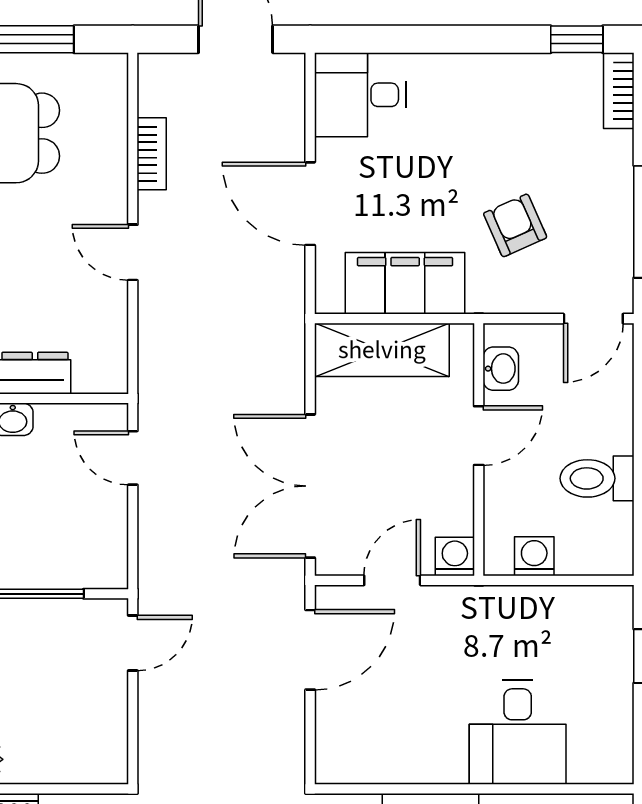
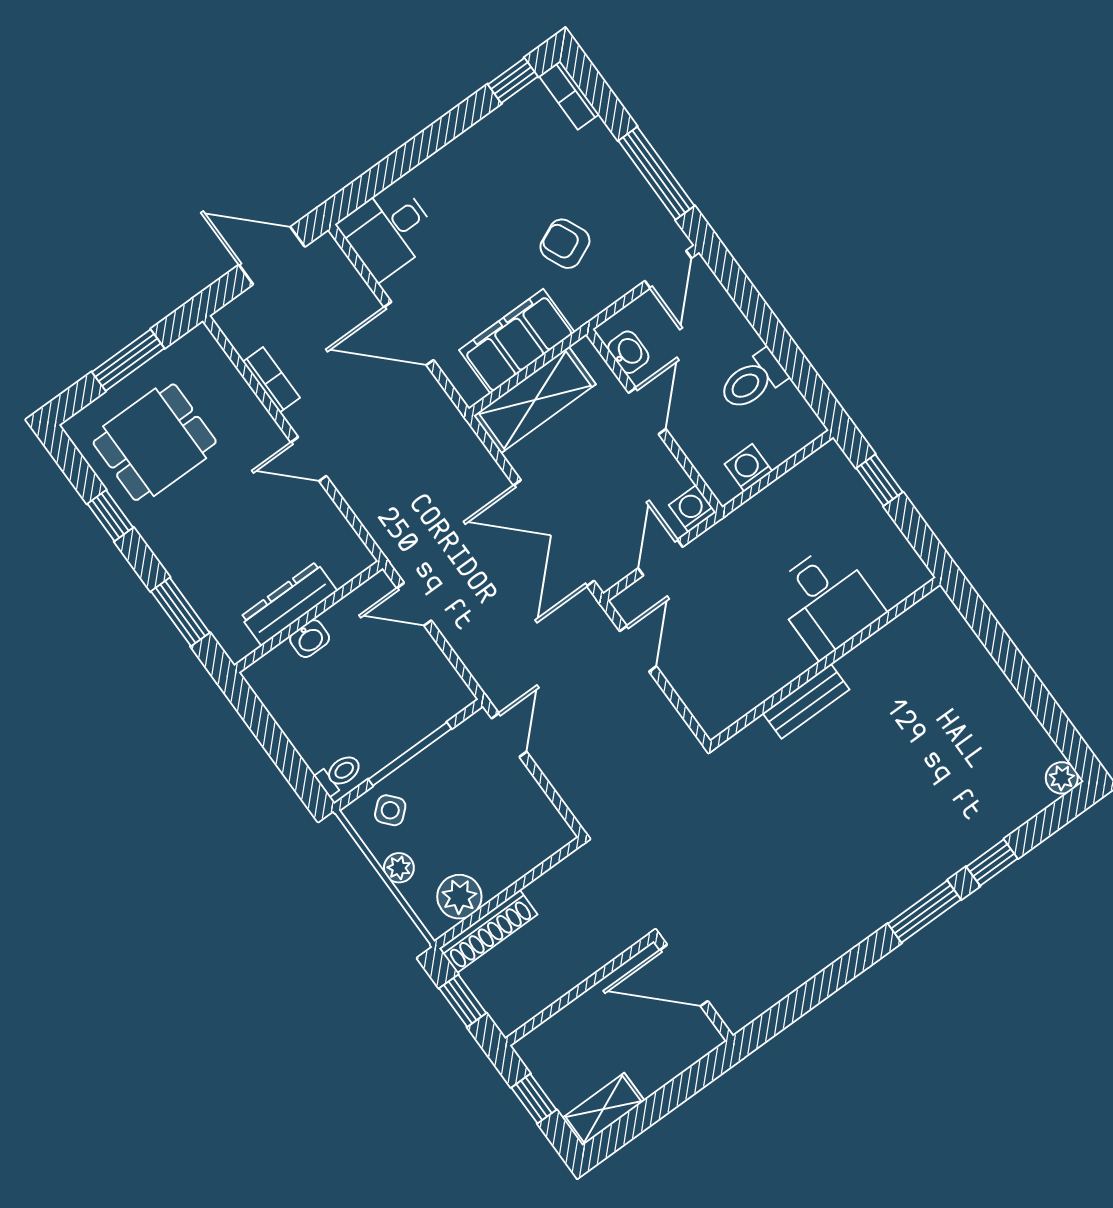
door: (310, 650) -> (638, 649), width x0.73

